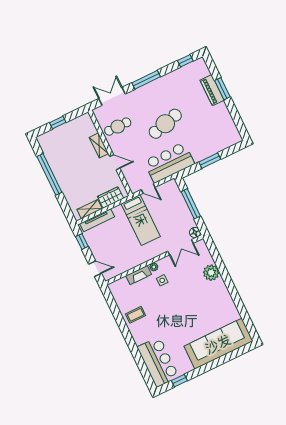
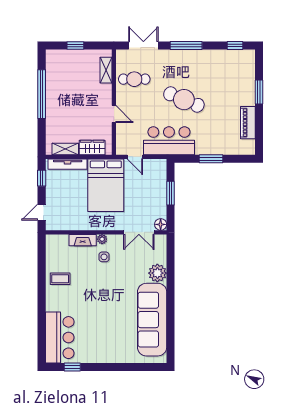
piano: (212, 90) -> (248, 123), moved
cafe table: (165, 124) -> (184, 100), turned 38
shelving: (99, 145) -> (106, 70), moved
window: (191, 204) -> (170, 193), width x0.69
bed: (141, 220) -> (106, 185), width x1.50
door: (95, 269) -> (42, 212), swing flipped
sofa: (218, 344) -> (152, 320), moved, turned -90

